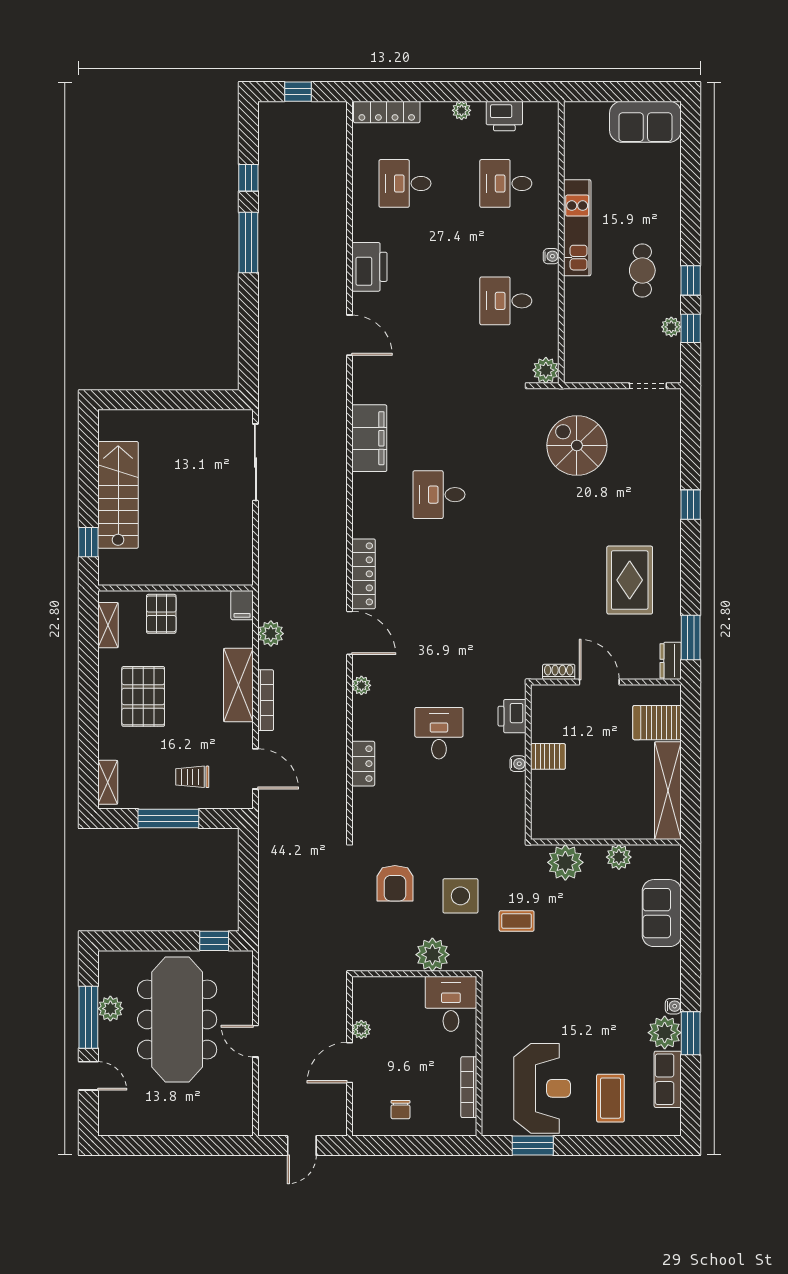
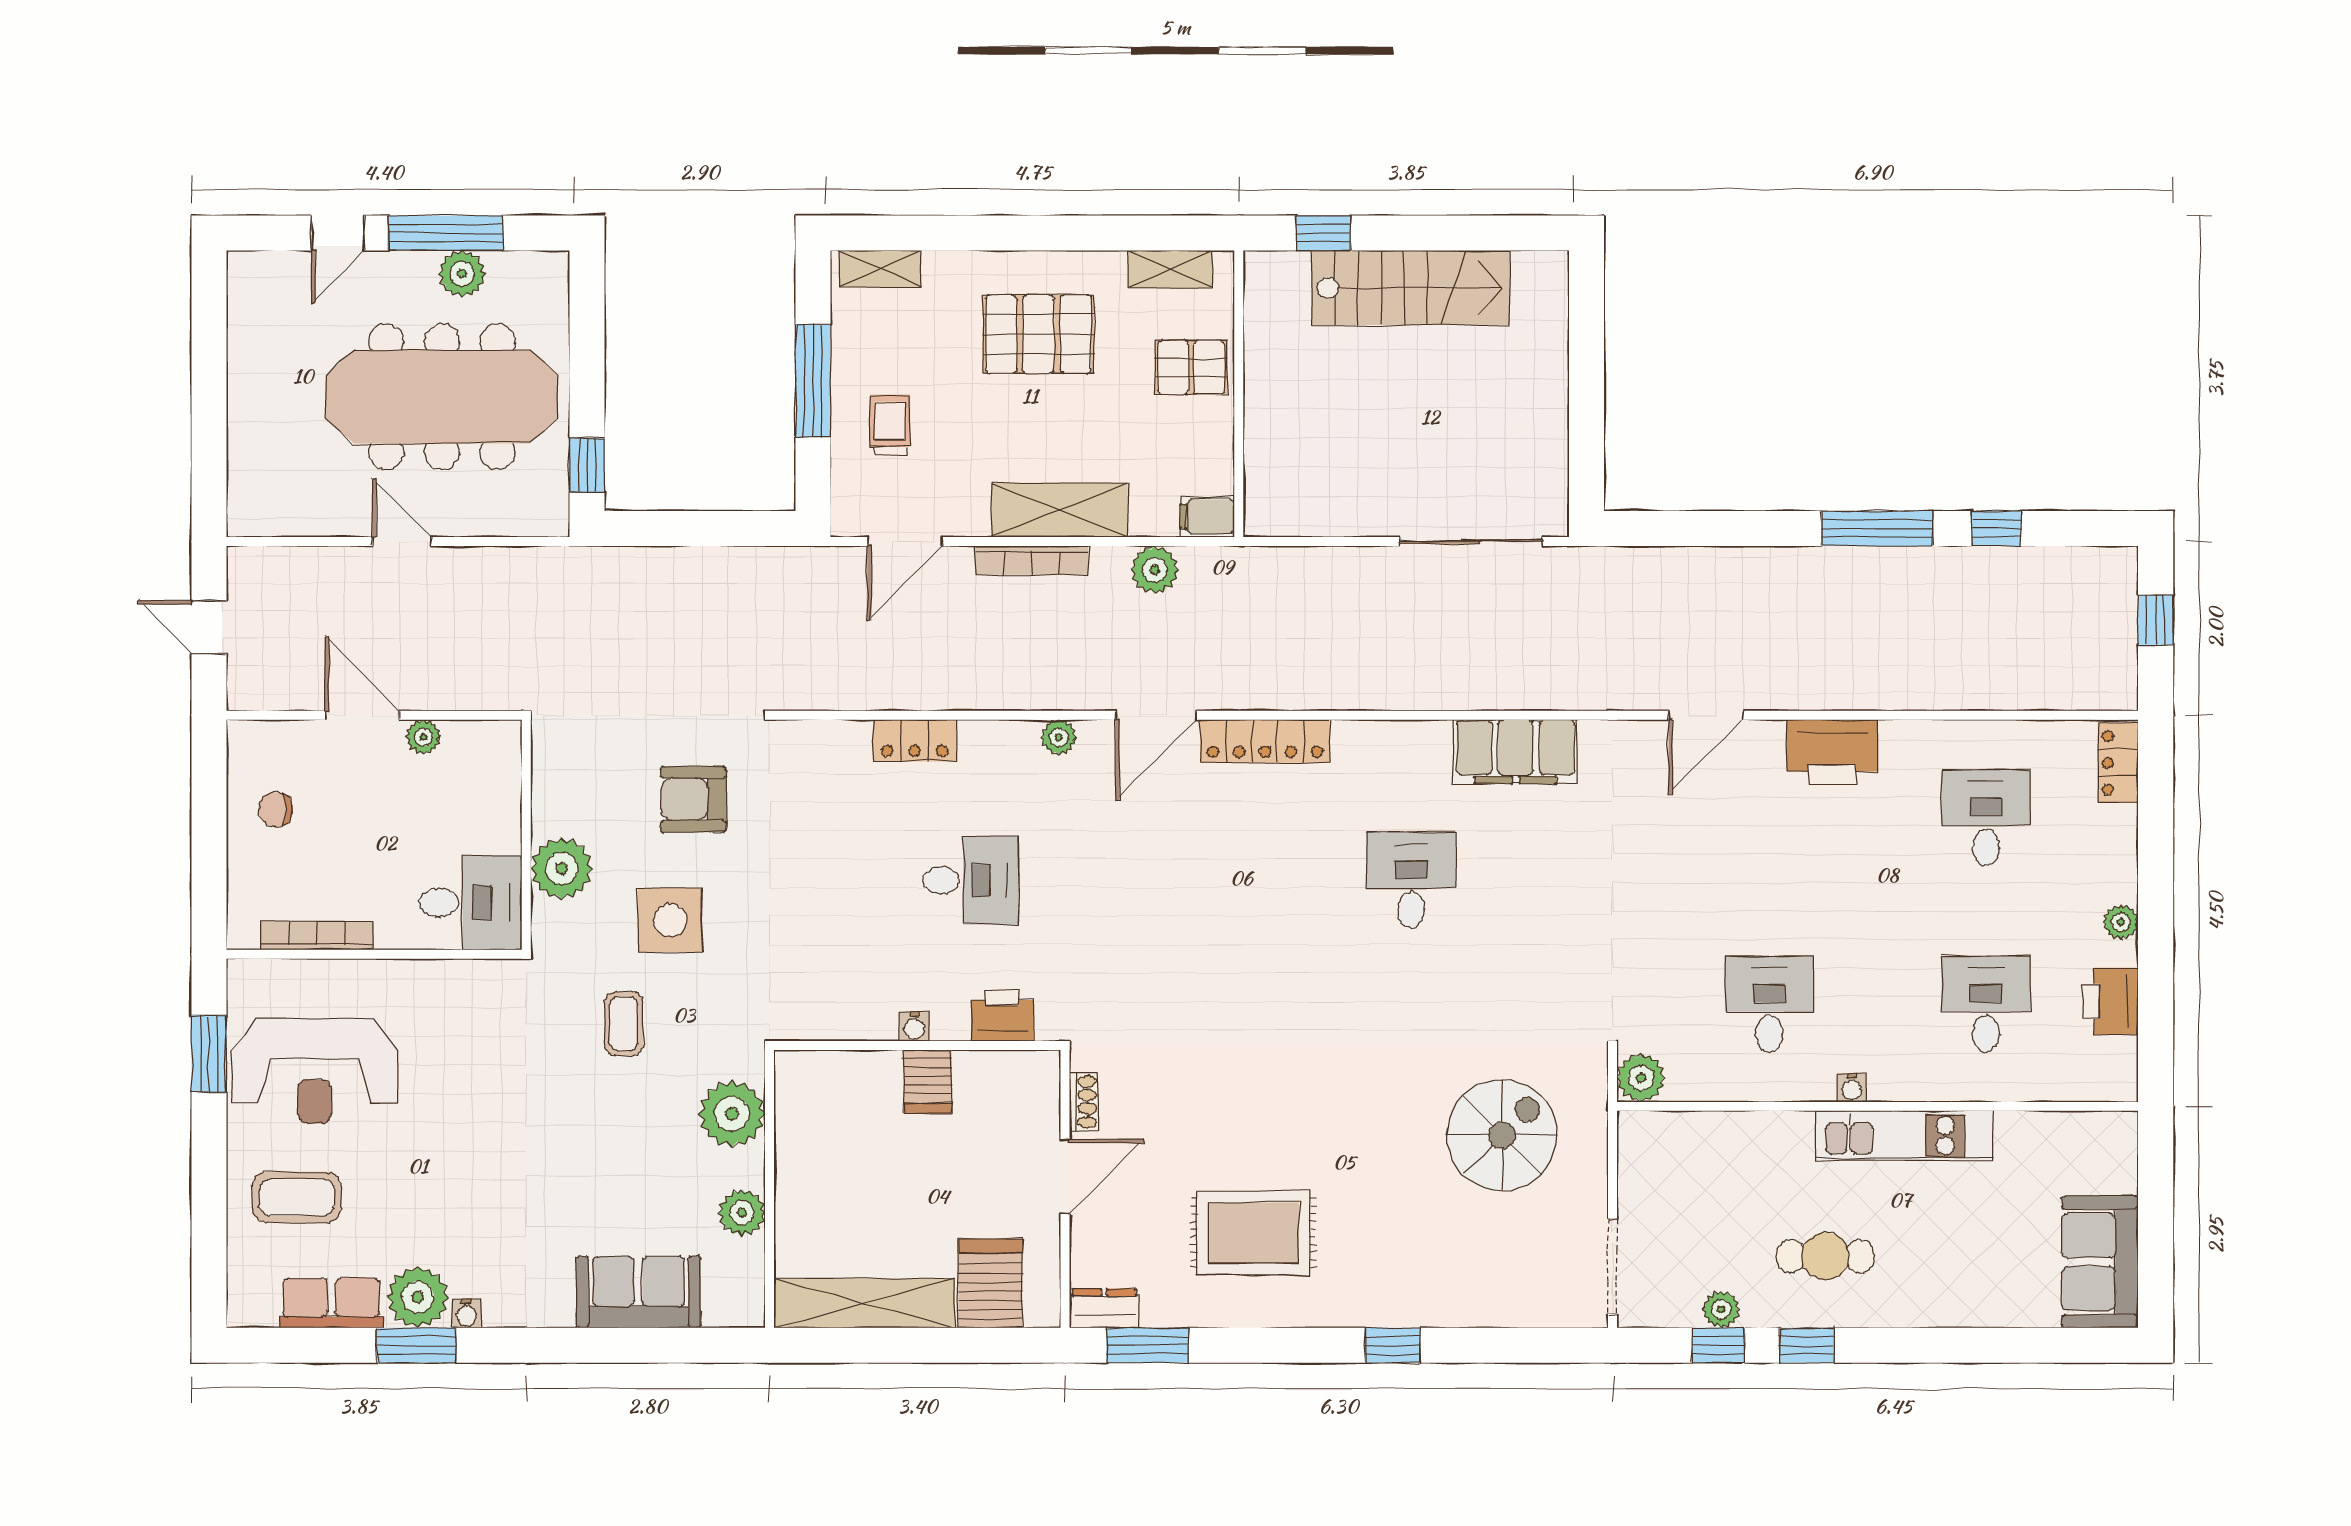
locker: (387, 112) -> (2118, 763), width x0.66
doorway: (648, 386) -> (1612, 1266), width x1.38
door: (255, 1041) -> (402, 541), hinge flipped

